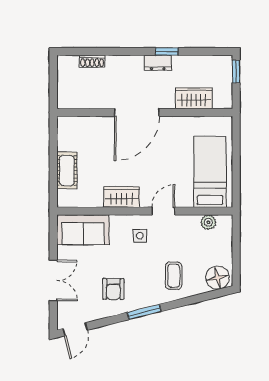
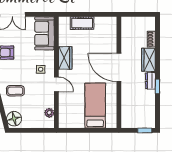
wardrobe: (194, 98) -> (149, 60), moved, turned 180
bed: (210, 172) -> (95, 106), moved, turned -90

